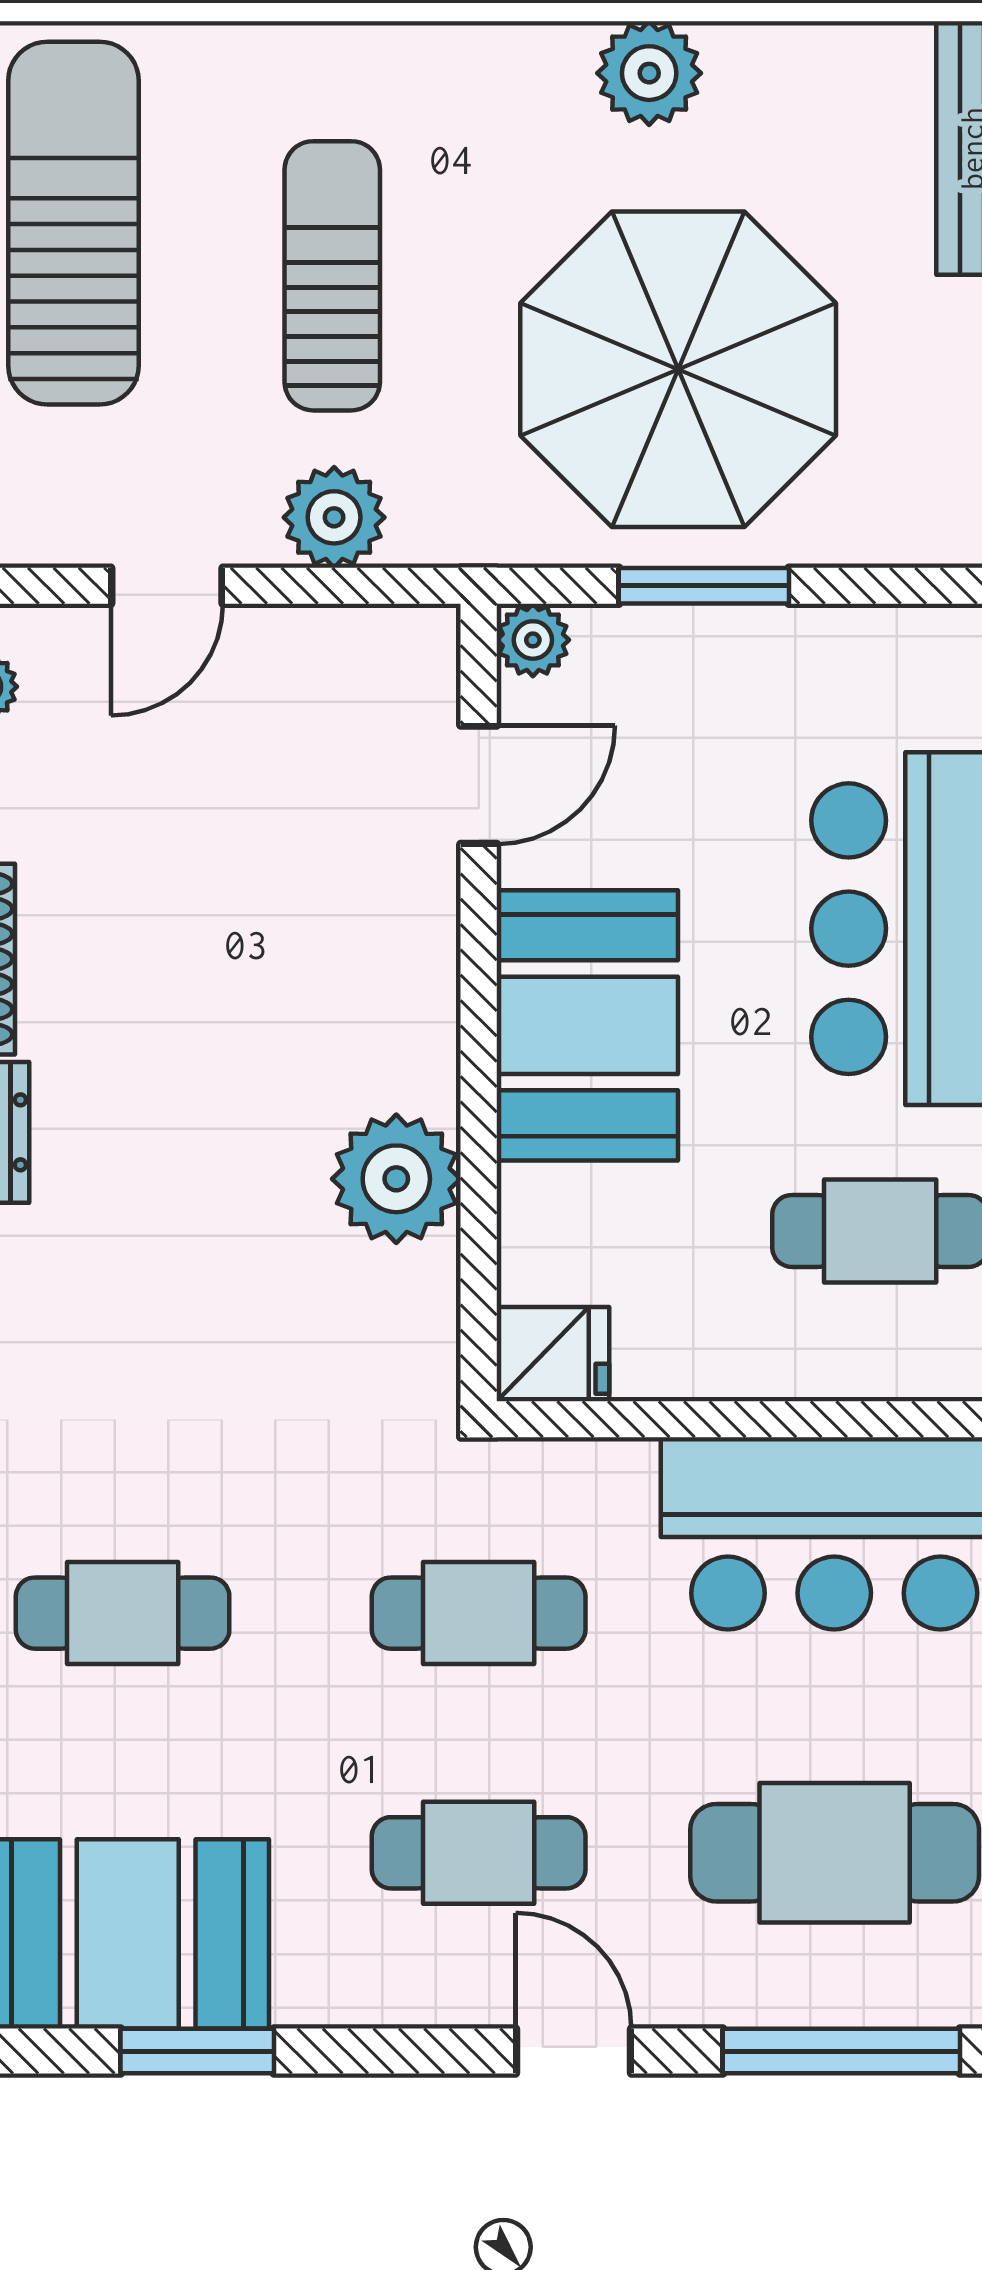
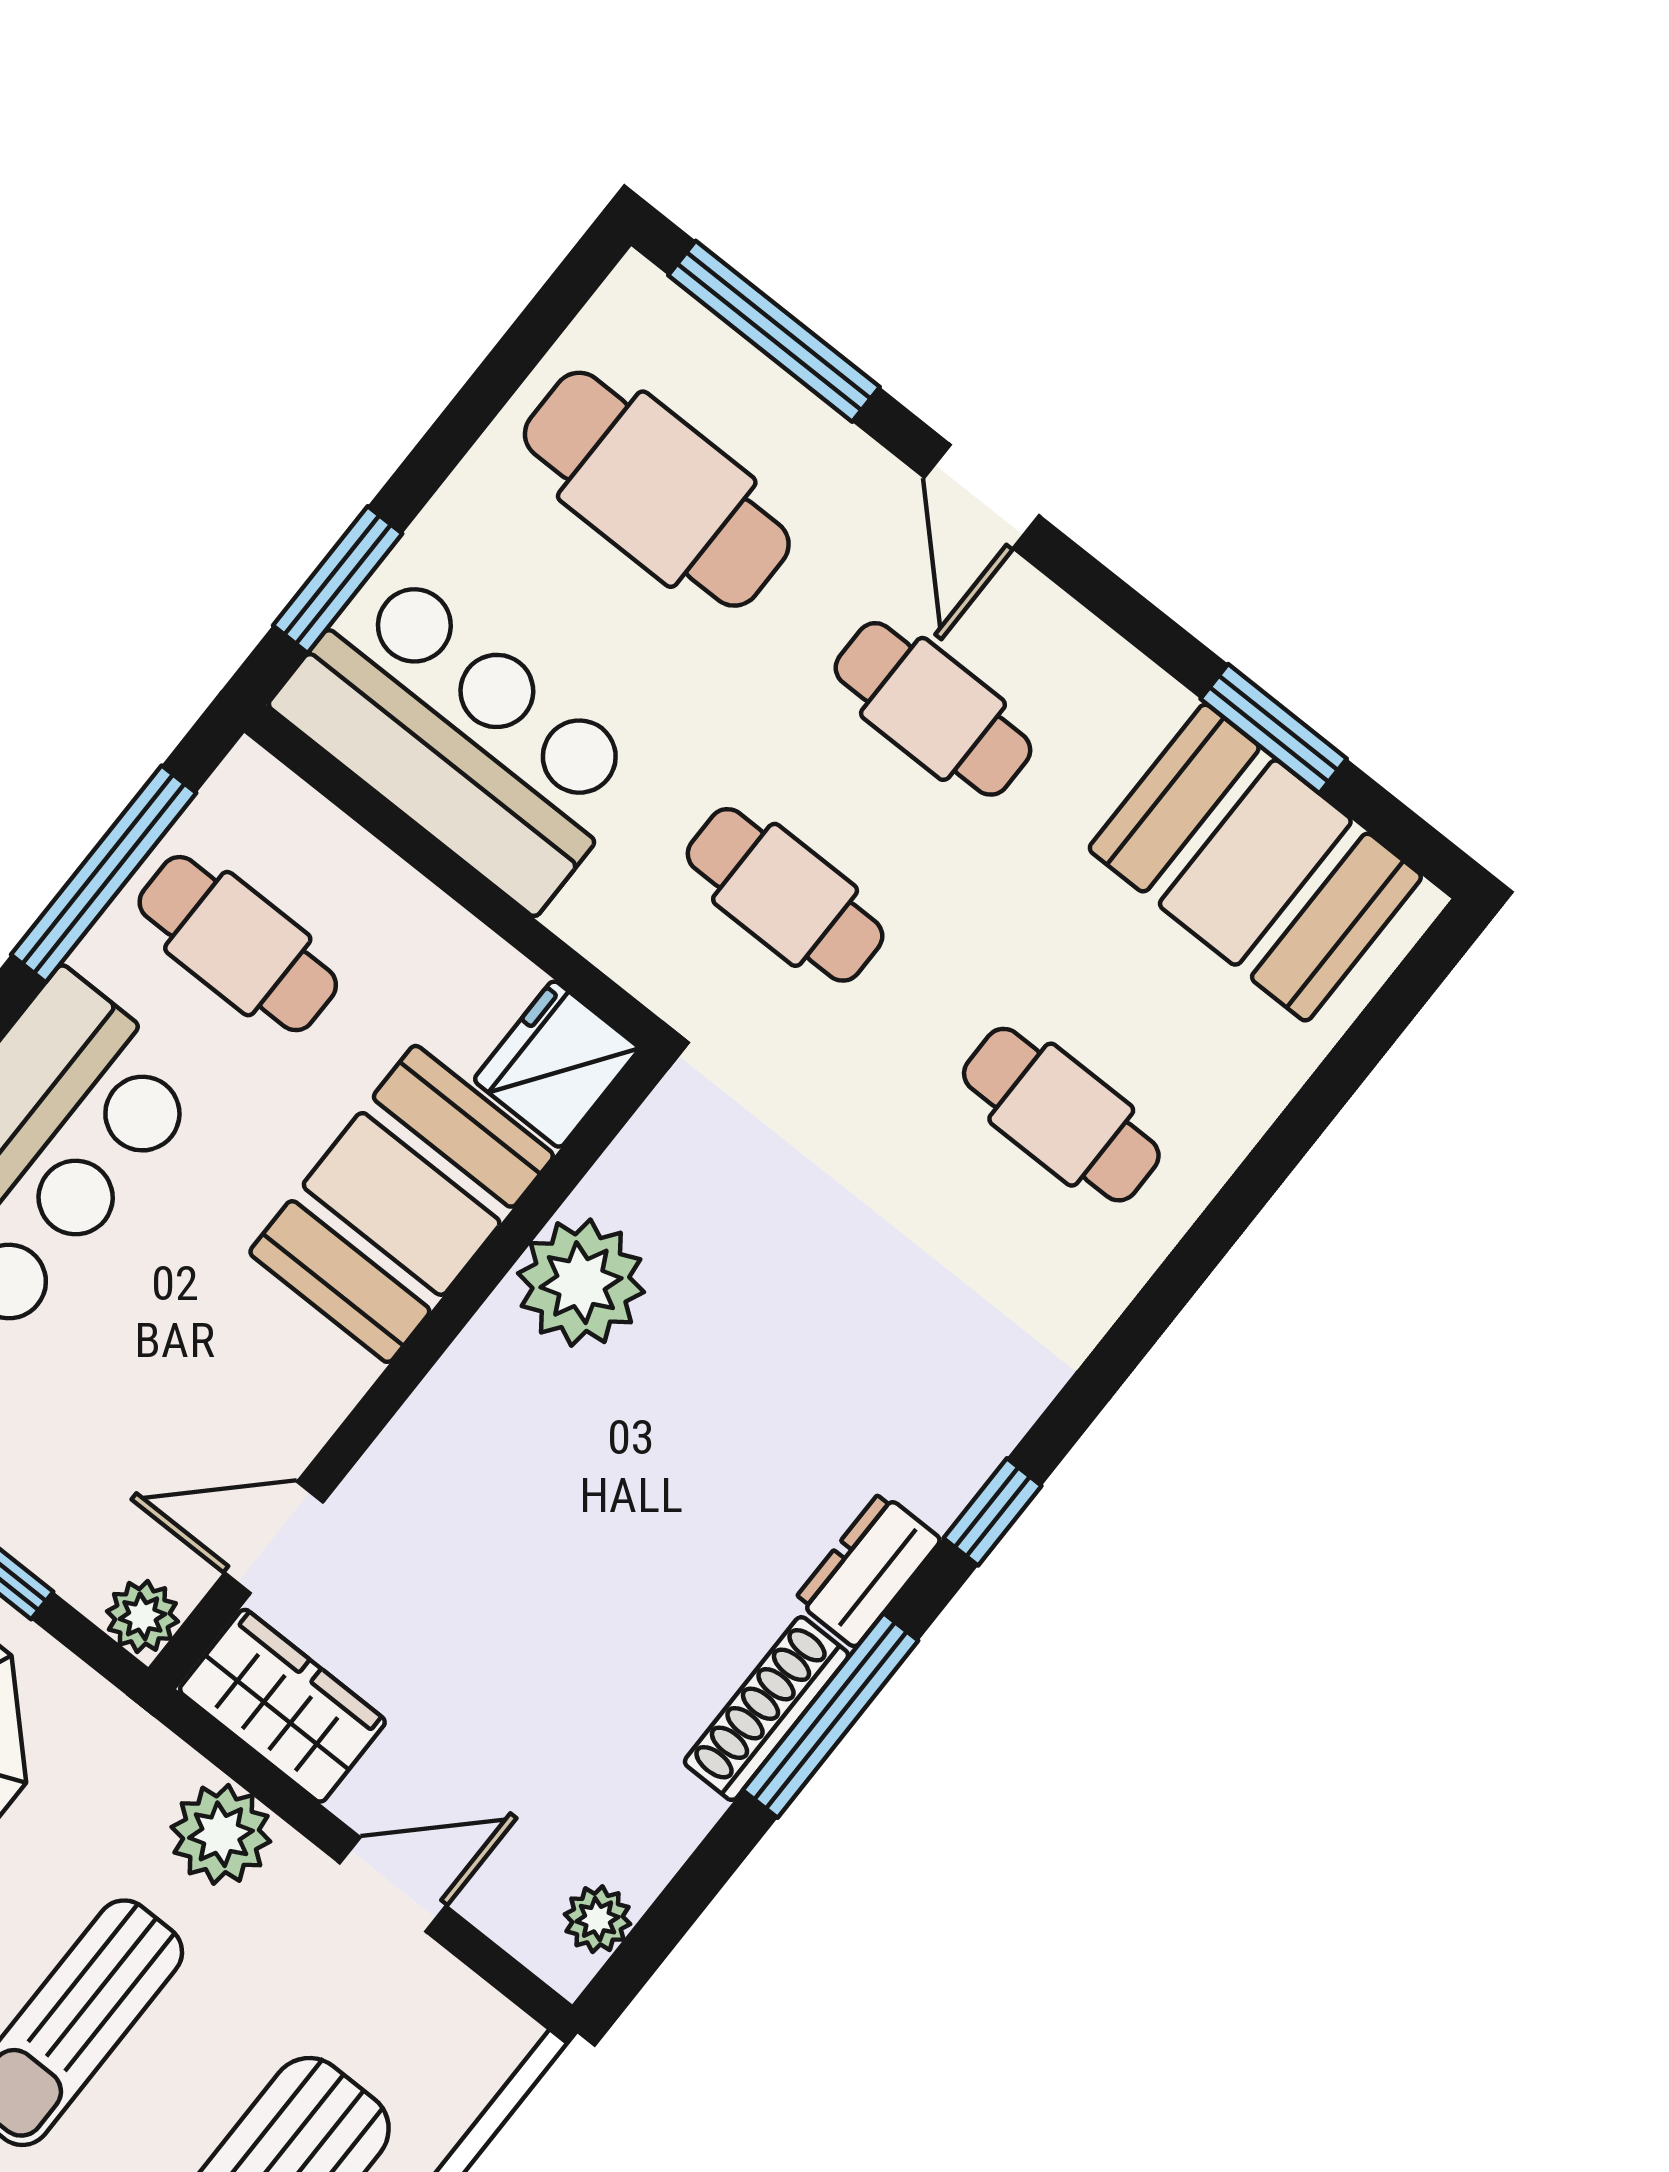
wardrobe: (366, 657) -> (282, 1706), added
booth: (587, 1025) -> (402, 1204), moved
fridge: (553, 1354) -> (556, 1064), width x1.38

